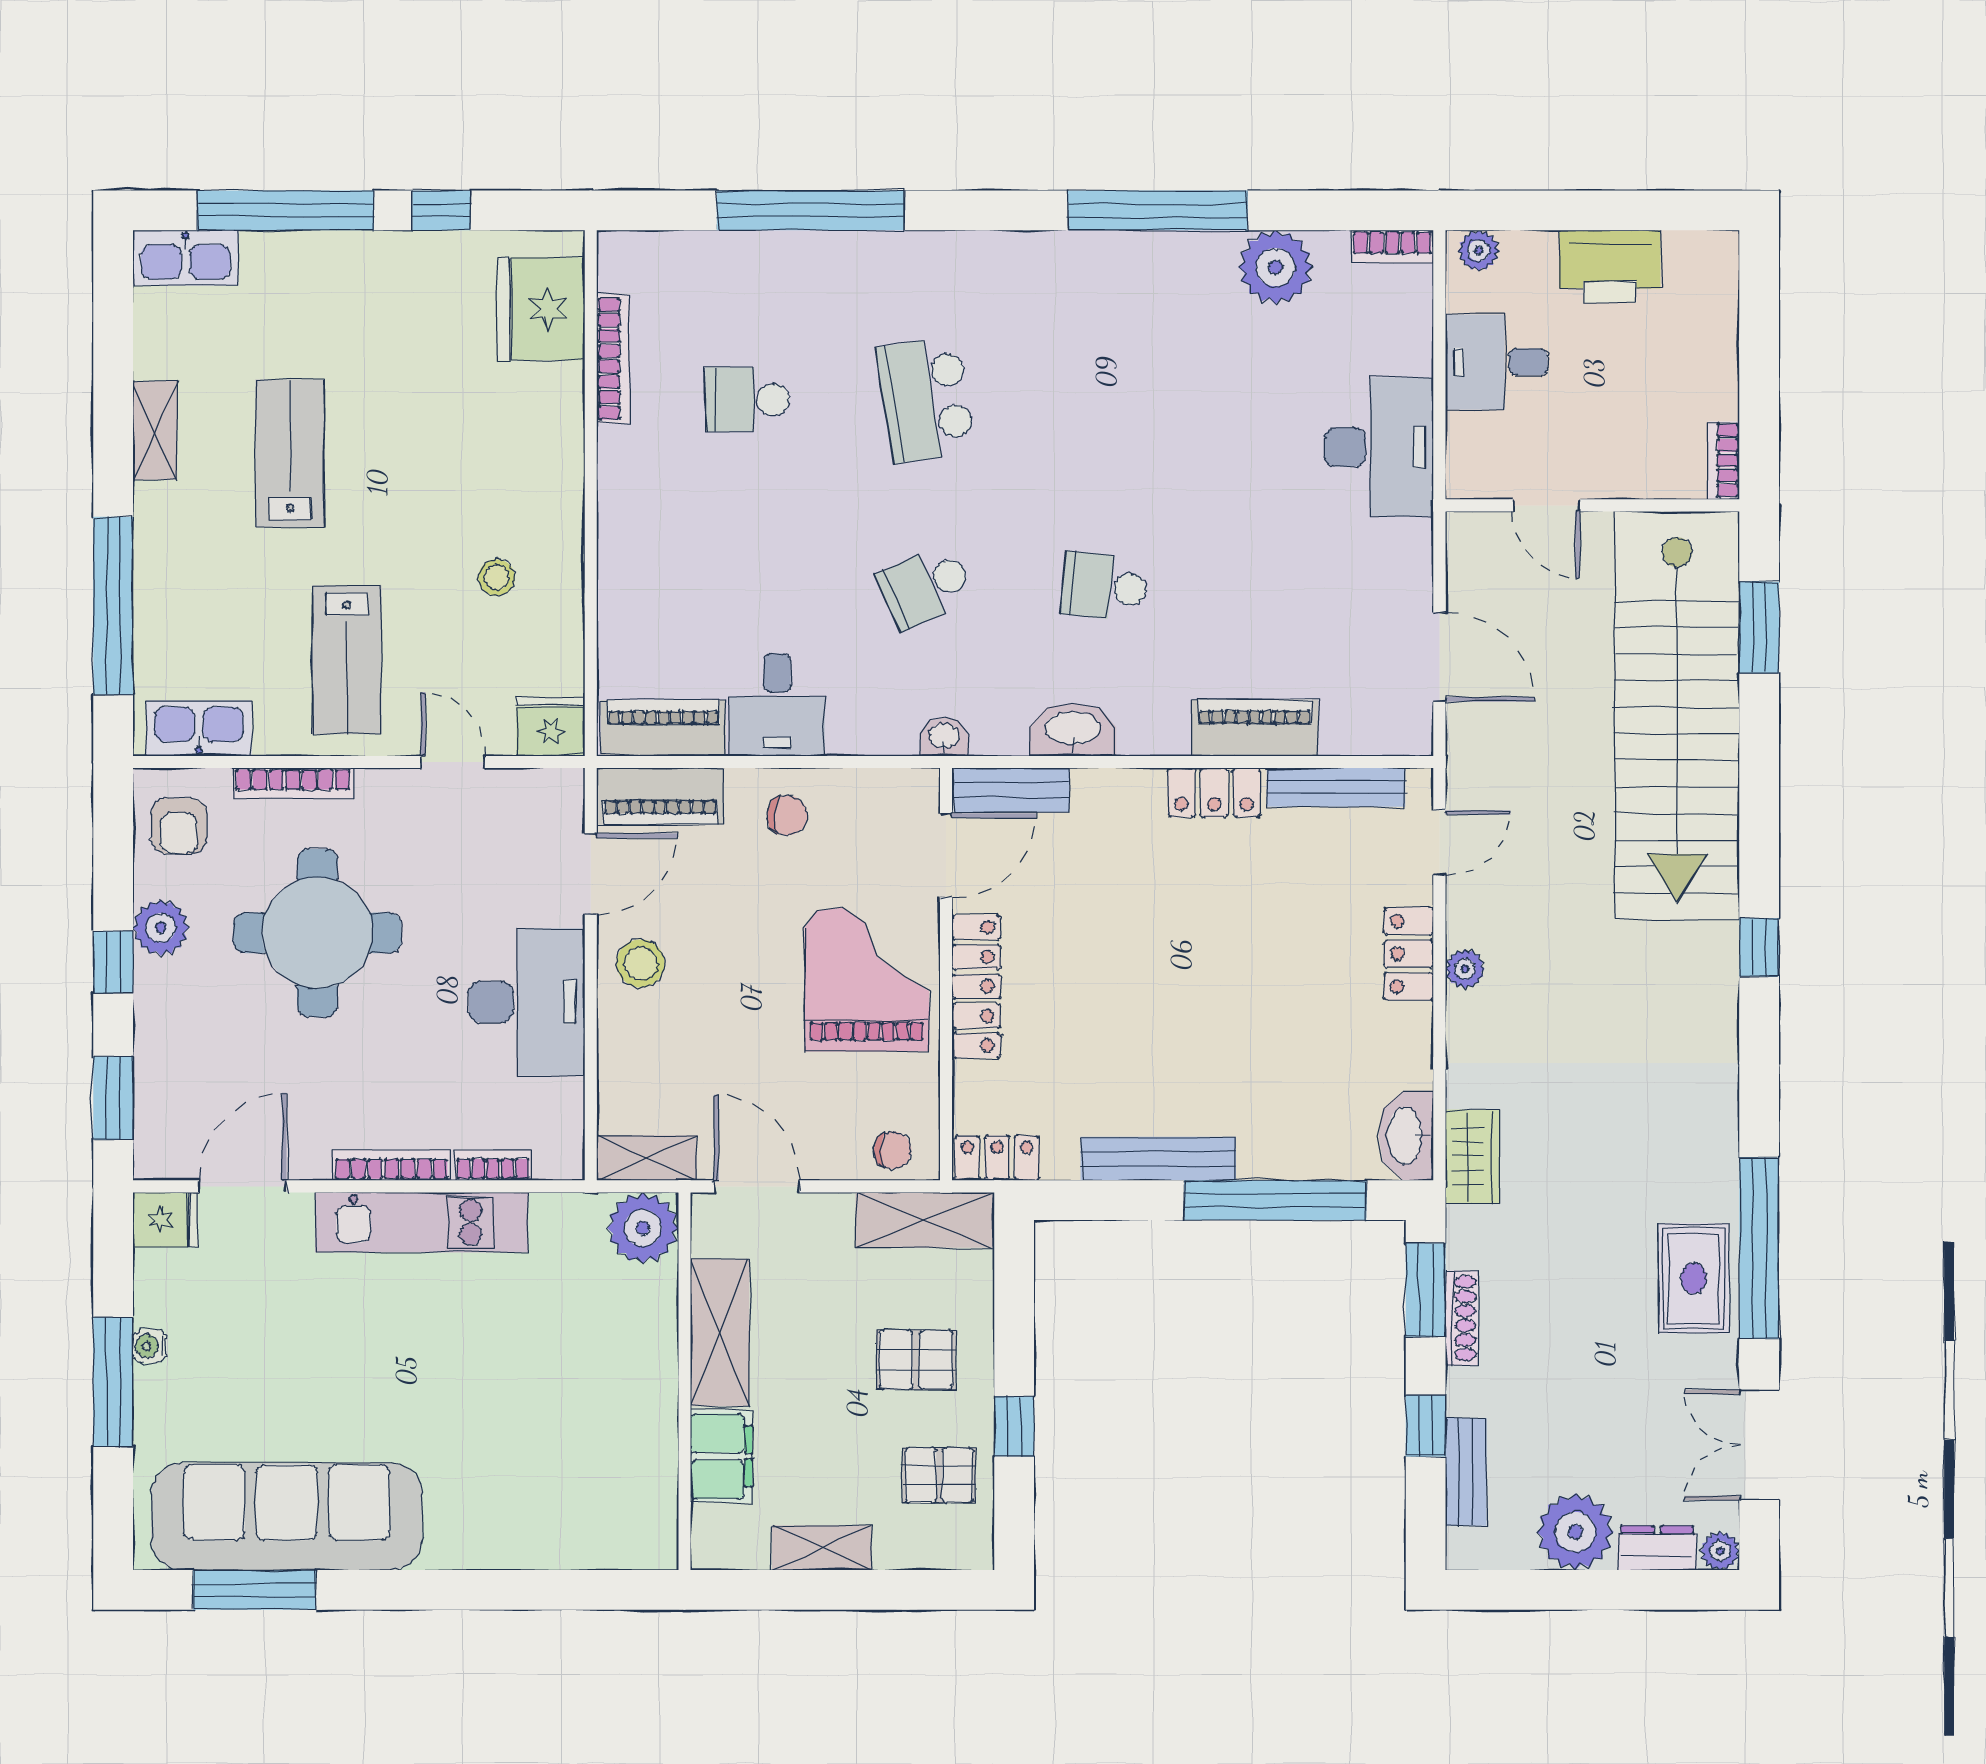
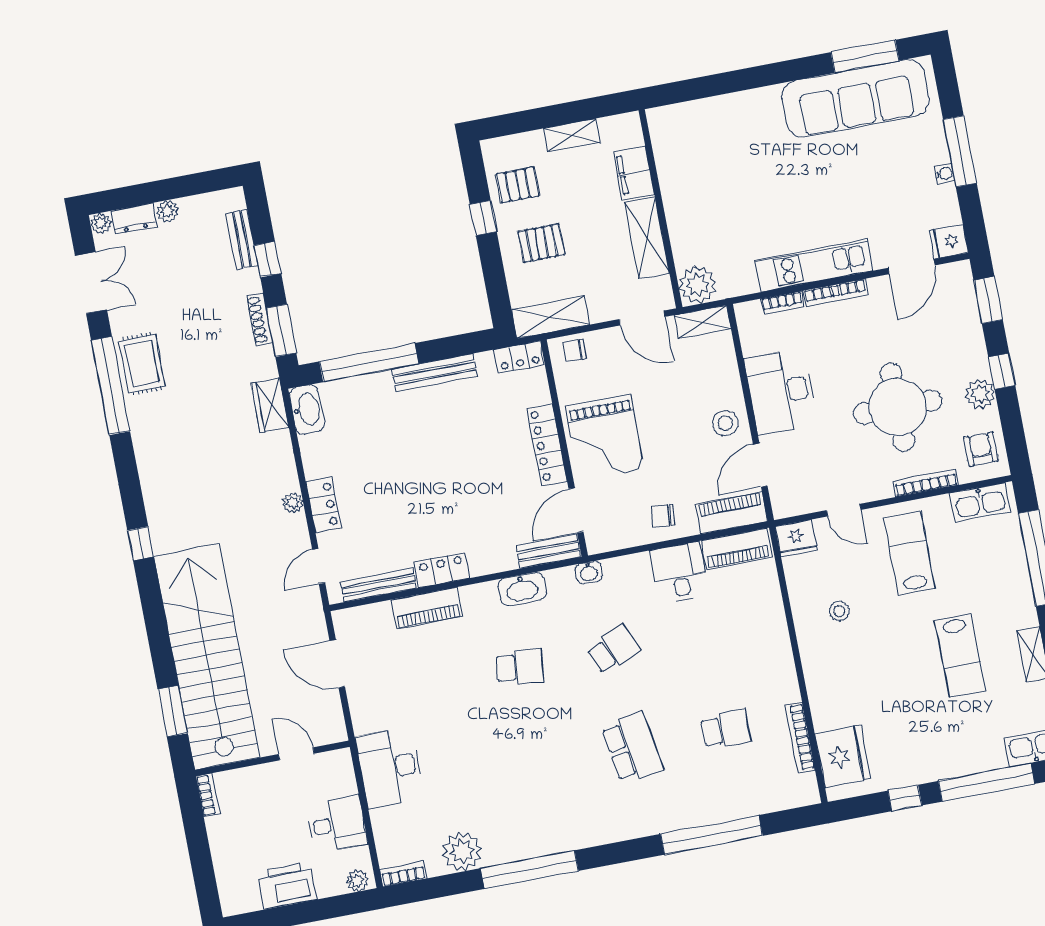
plant: (1575, 1532) -> (167, 211), width x0.53, depth x0.53

